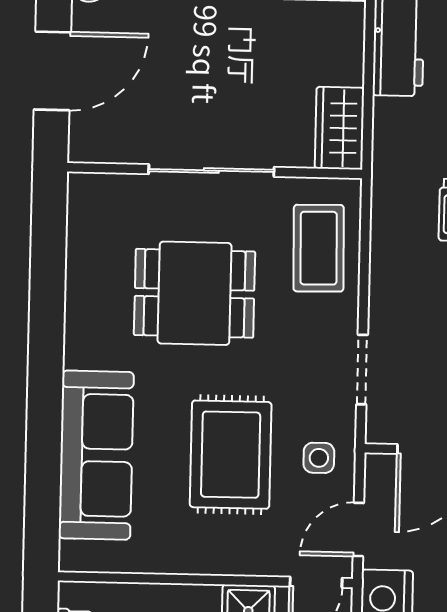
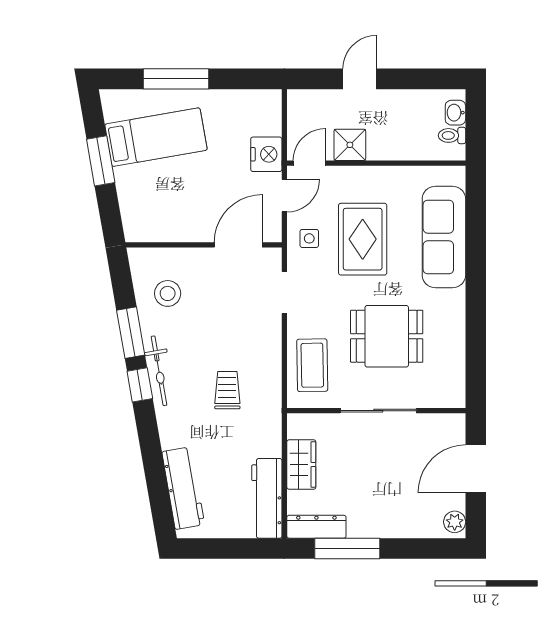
wardrobe: (339, 128) -> (301, 465), moved

